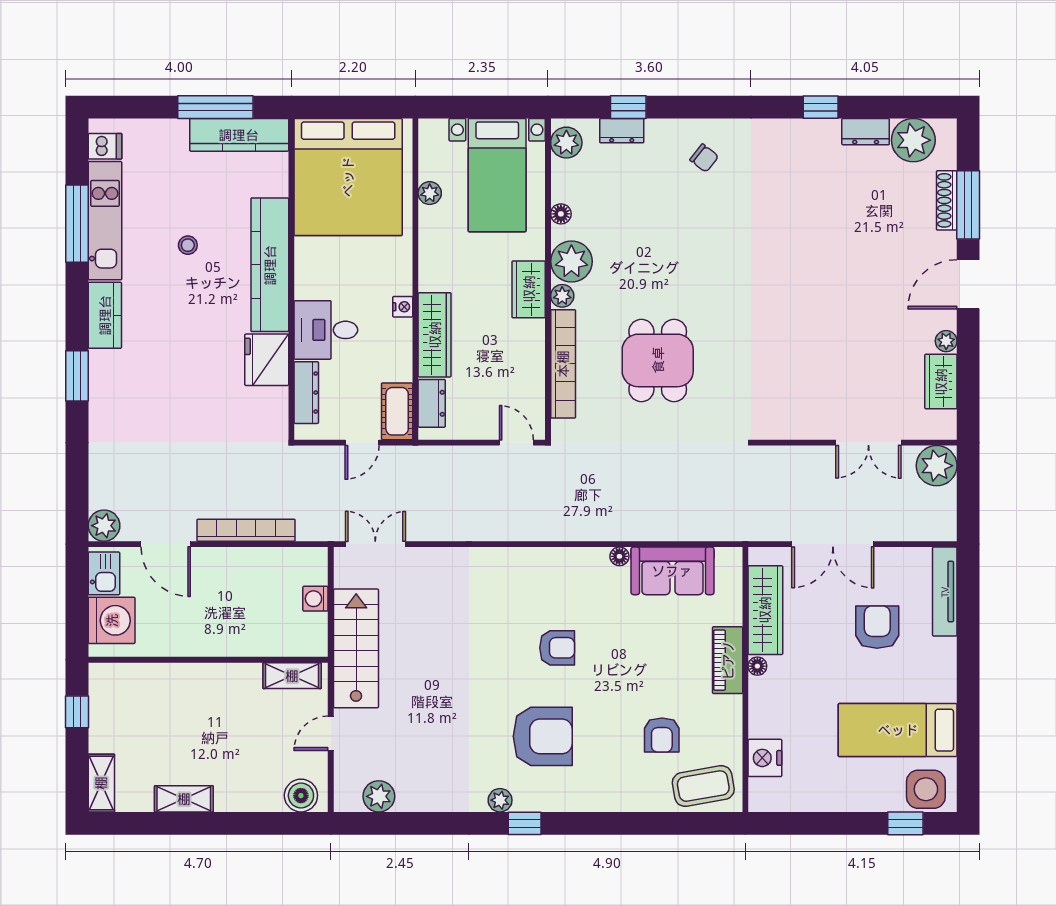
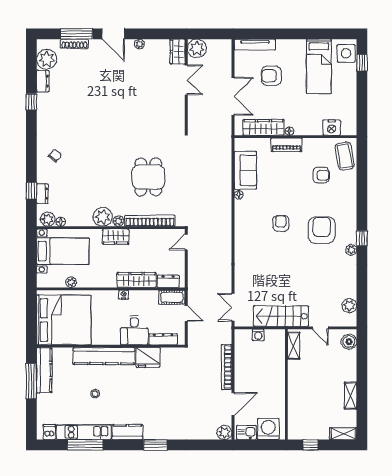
floor lamp: (561, 214) -> (61, 222), moved
dining table: (658, 360) -> (148, 177), turned 90
wardrobe: (941, 382) -> (178, 52), moved, turned 90

